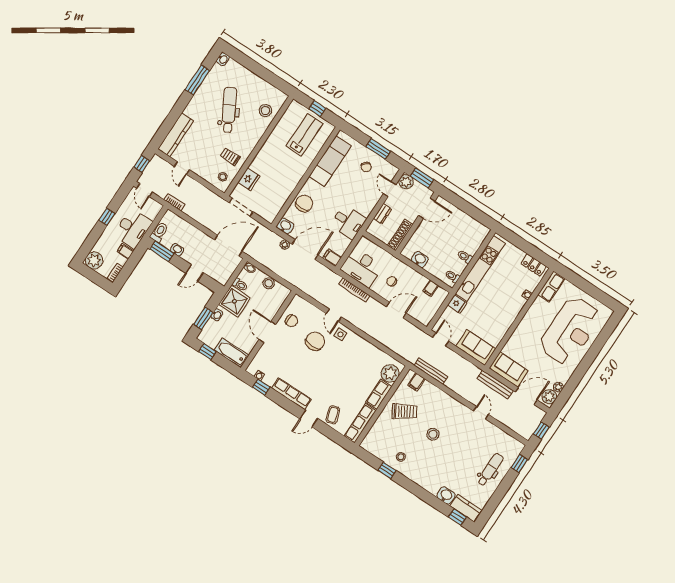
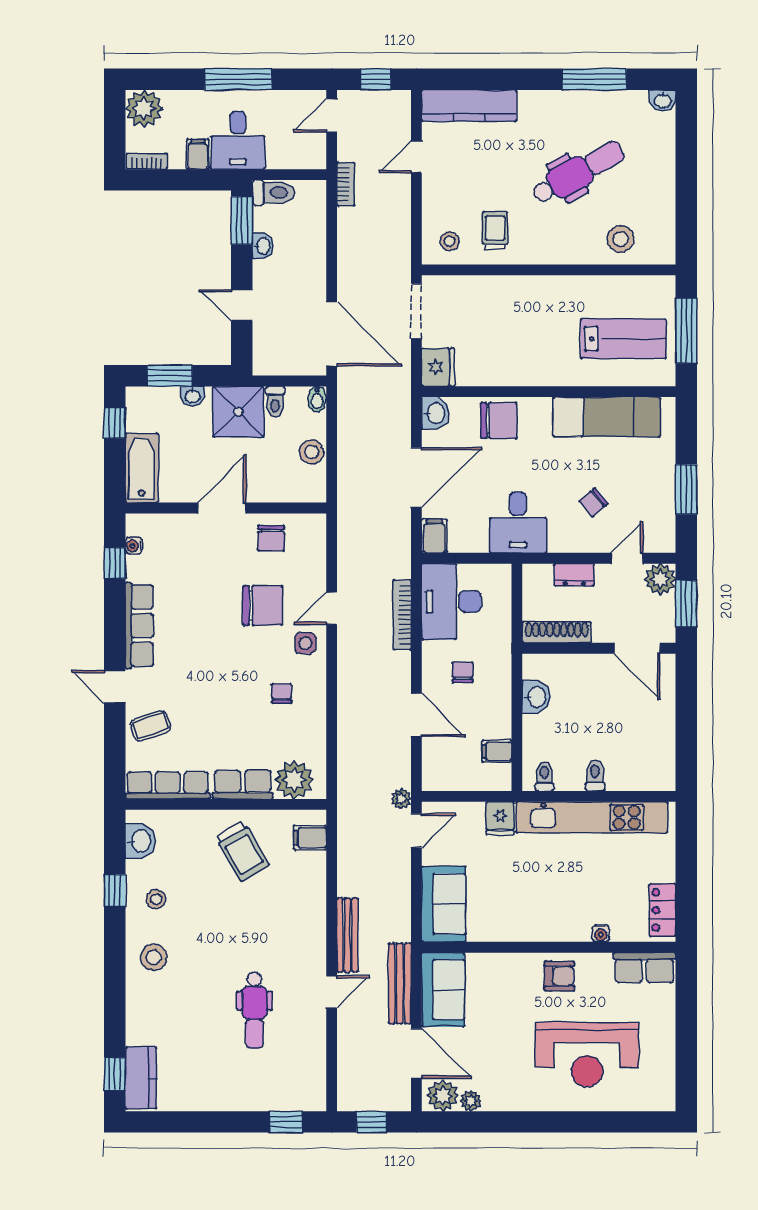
window: (317, 109) -> (686, 331), width x2.17
chair: (366, 167) -> (593, 502), moved
fridge: (249, 179) -> (438, 367), moved, turned -90
window: (107, 217) -> (238, 79), width x2.17
desk: (133, 229) -> (238, 140), width x0.73
plant: (285, 245) -> (401, 799), moved
door: (305, 250) -> (416, 478), hinge flipped
armchair: (533, 321) -> (559, 976), added
reception desk: (570, 331) -> (587, 1054), width x0.74, depth x0.77
chair: (354, 356) -> (282, 694), added
bench: (431, 371) -> (347, 935), moved
stool: (433, 434) -> (154, 957), moved
dental chair: (490, 470) -> (254, 1010), moved, turned 90
washbasin: (446, 495) -> (140, 841), moved

